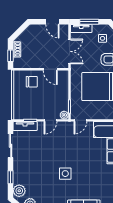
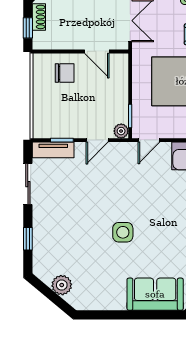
plant: (19, 191) -> (43, 262), removed

